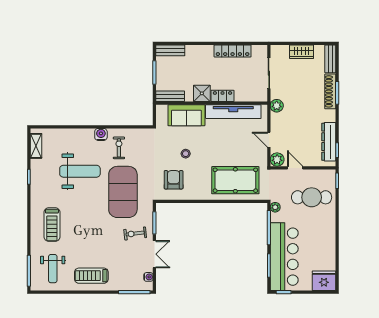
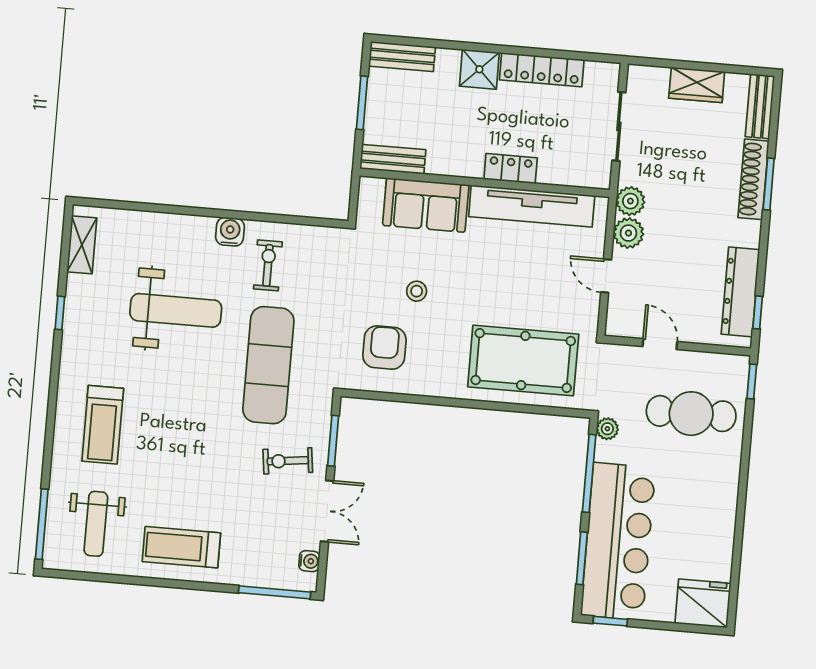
shower: (202, 93) -> (479, 69), moved
plant: (277, 160) -> (628, 233), moved
exercise mat: (123, 192) -> (268, 365), width x0.68

